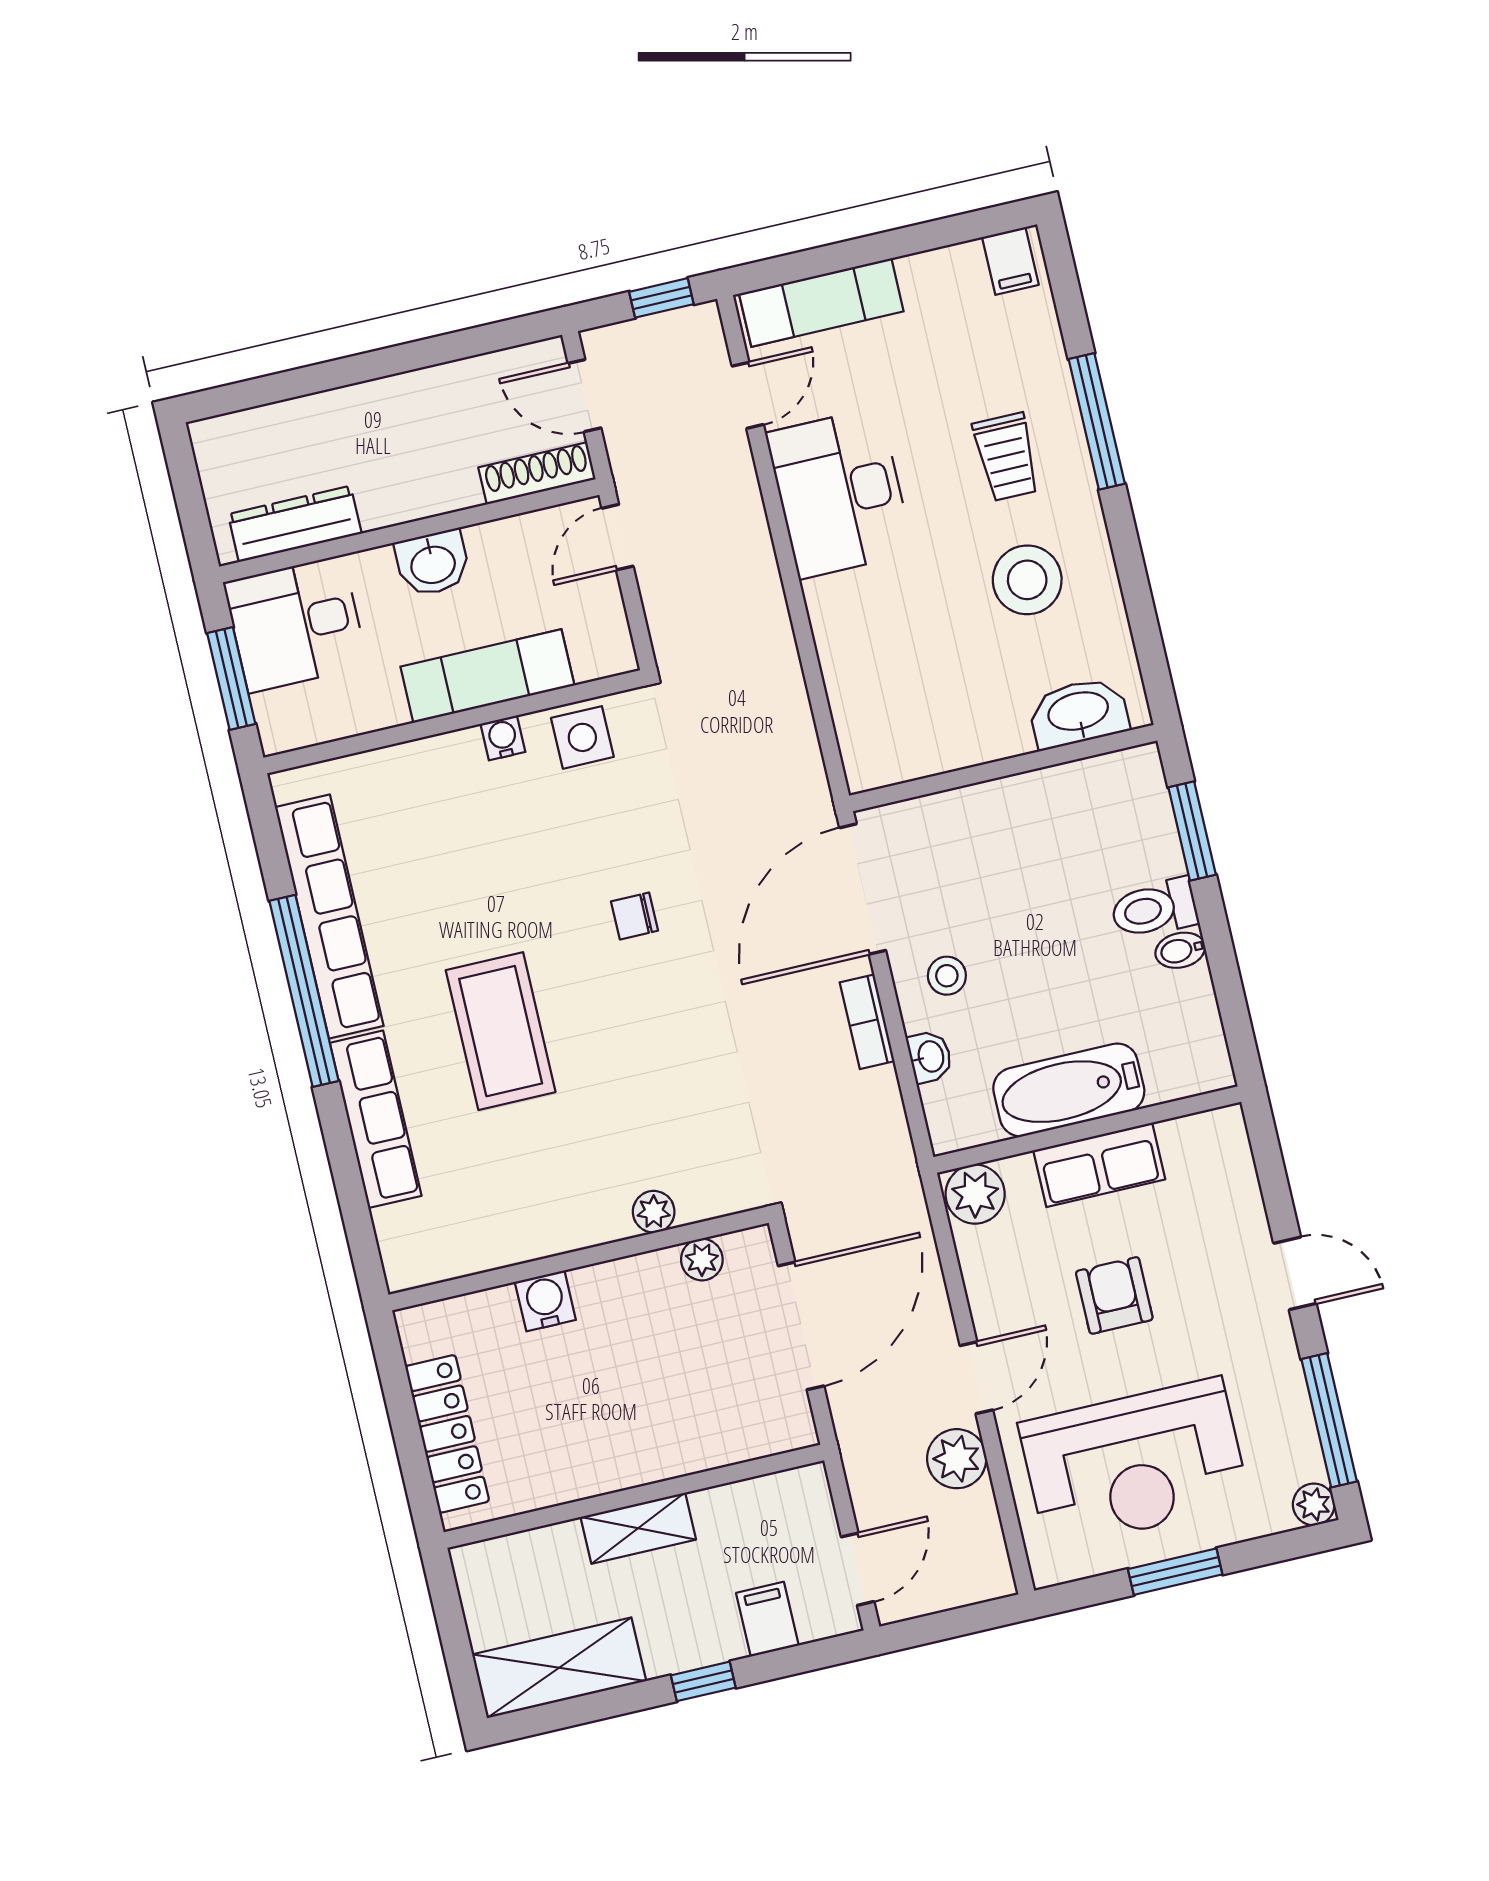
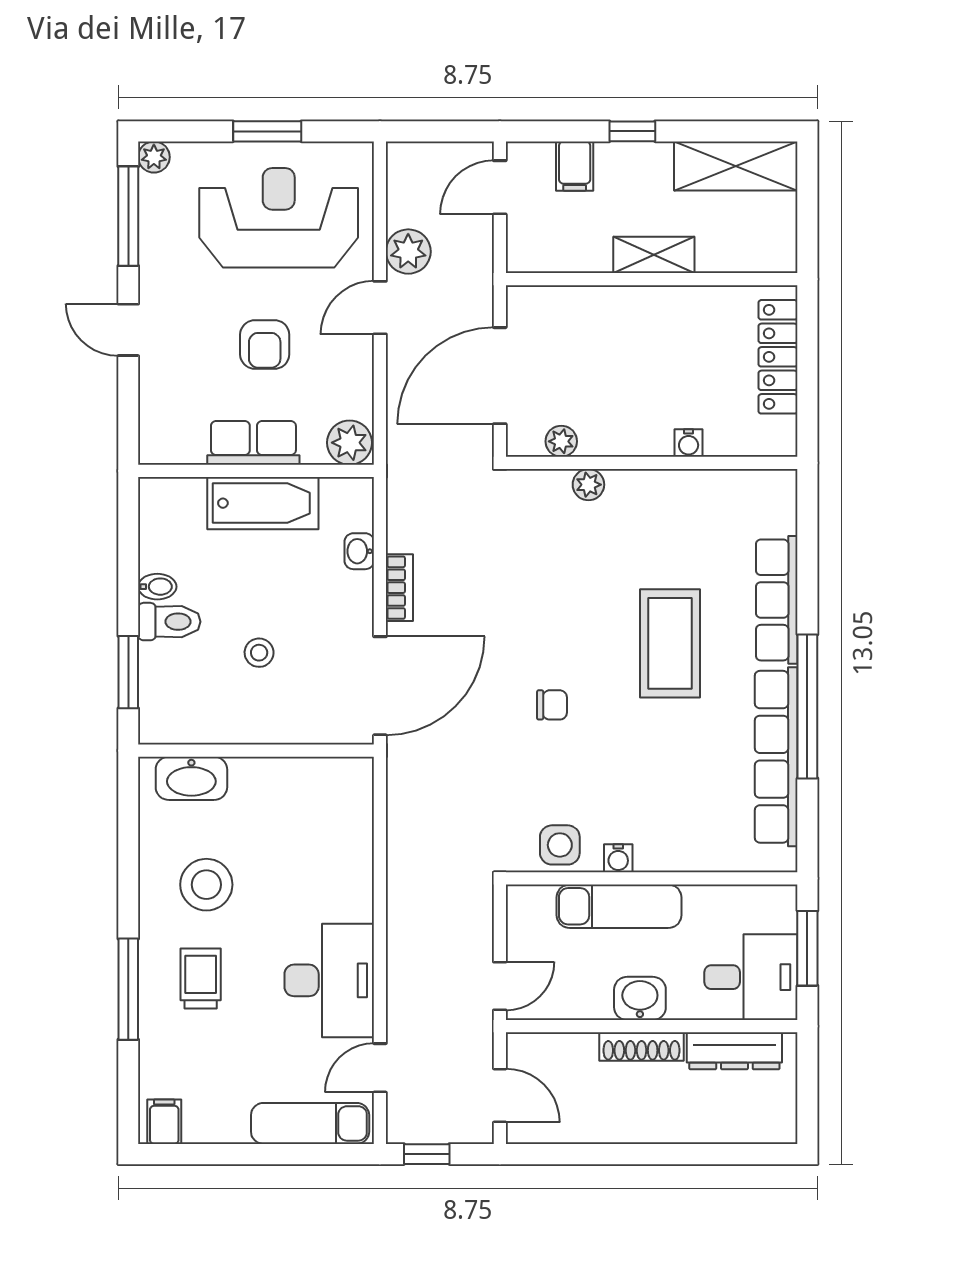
shoe rack: (537, 473) -> (642, 1047), moved
stool: (947, 976) -> (259, 653), moved
water cooler: (545, 1301) -> (689, 443), width x0.72, depth x0.72

